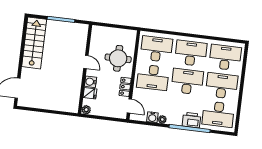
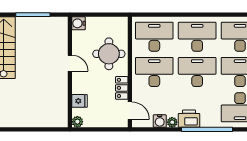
desk: (153, 77) -> (154, 72), turned 180
water cooler: (91, 82) -> (78, 23), moved
printer: (191, 120) -> (189, 119), moved

